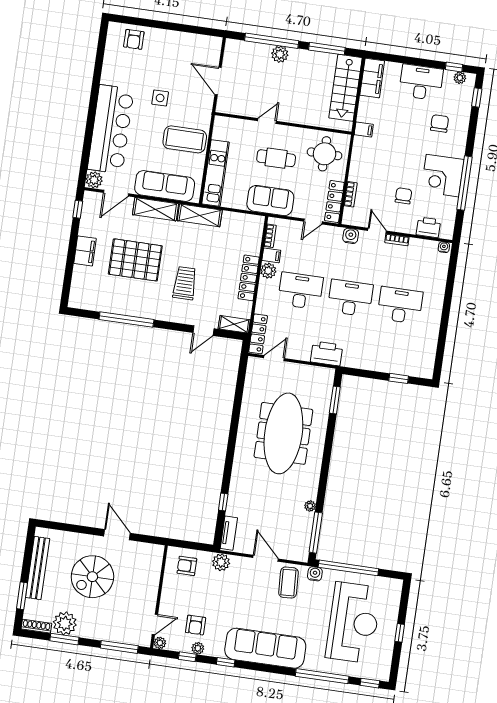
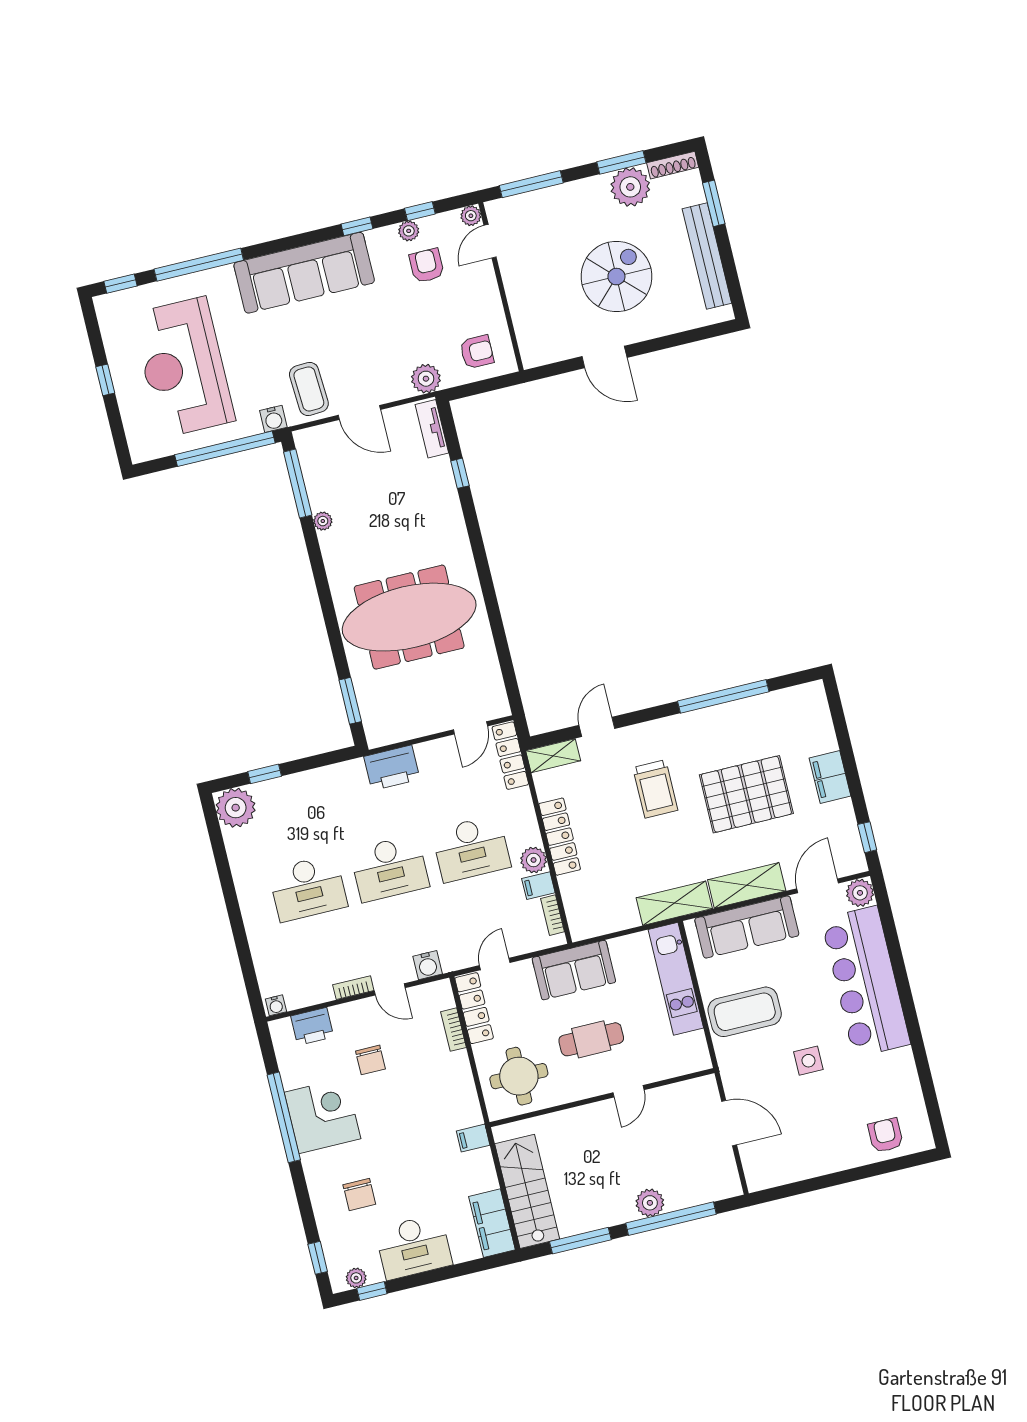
plant: (422, 366) -> (236, 808), added
meeting table: (283, 433) -> (409, 617), turned 90

